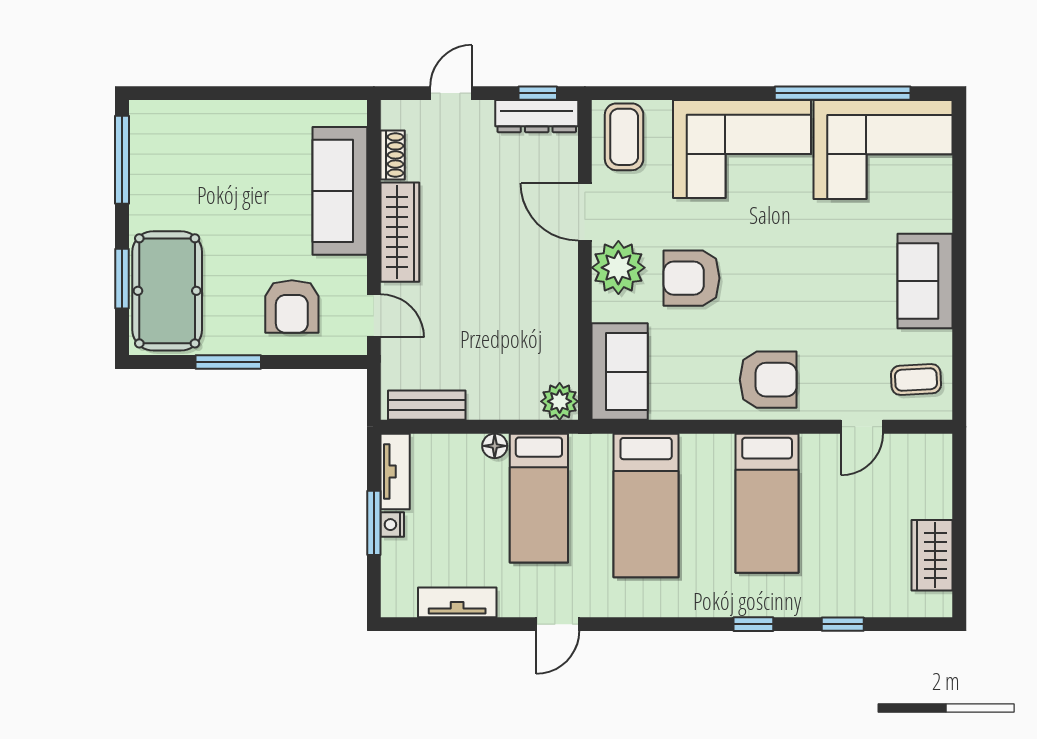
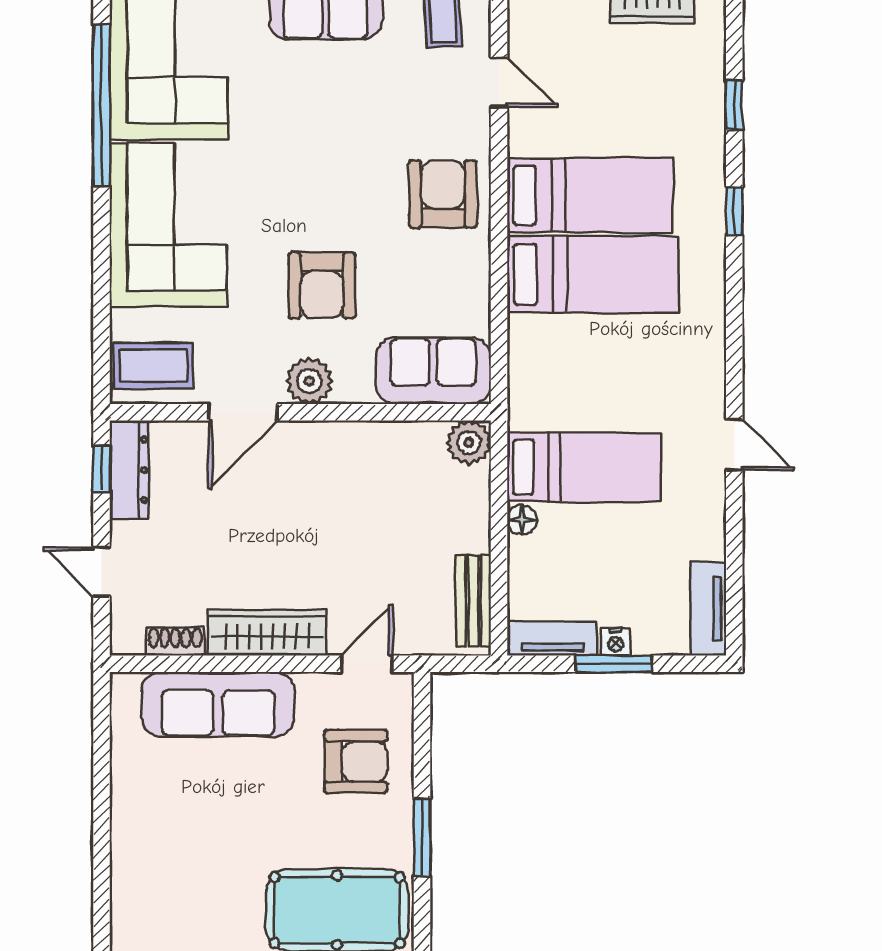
plant: (618, 268) -> (309, 381), width x0.73, depth x0.73
bed: (646, 505) -> (593, 274), moved
tv unit: (457, 602) -> (708, 609), moved

